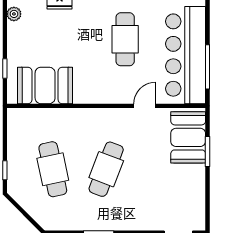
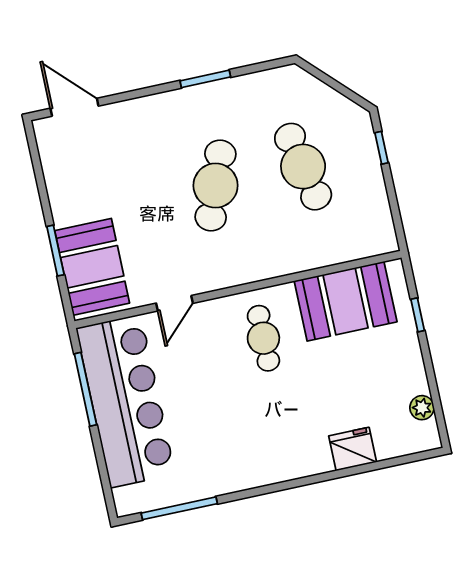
cafe table: (125, 39) -> (263, 338), moved, width x0.73, depth x0.74

